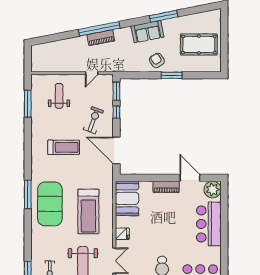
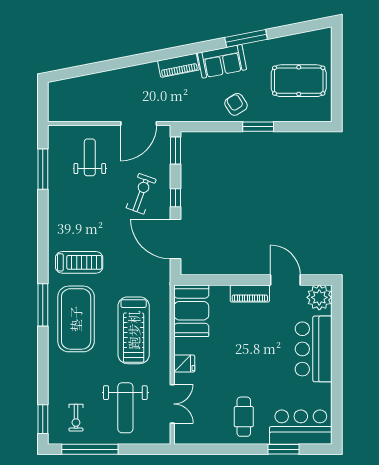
window: (99, 29) -> (150, 57), removed
piano: (101, 38) -> (179, 65), moved
door: (92, 73) -> (139, 123), width x1.87
window: (116, 112) -> (175, 198), moved
treadmill: (64, 147) -> (79, 262), moved

